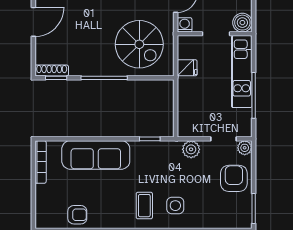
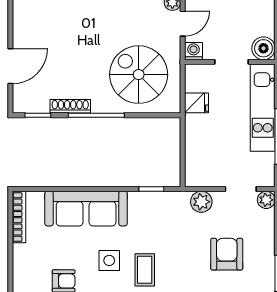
door: (33, 22) -> (10, 66), moved
spiral stairs: (139, 44) -> (139, 75), turned 180
shoe rack: (52, 71) -> (70, 106), moved
armchair: (234, 178) -> (227, 254), moved
side table: (175, 206) -> (109, 260), moved

